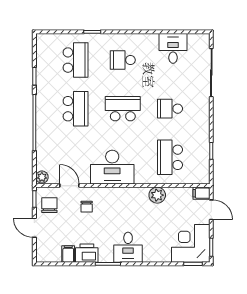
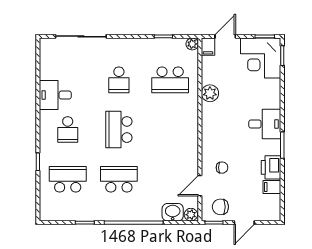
desk: (173, 48) -> (55, 95), moved
washbasin: (44, 160) -> (173, 212), added
desk: (112, 167) -> (180, 141), removed
plant: (204, 178) -> (192, 44), added

